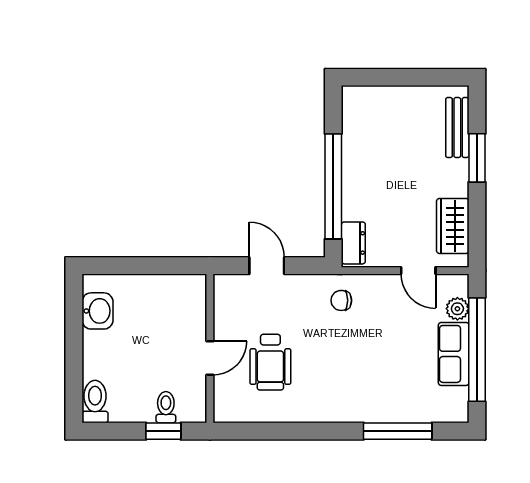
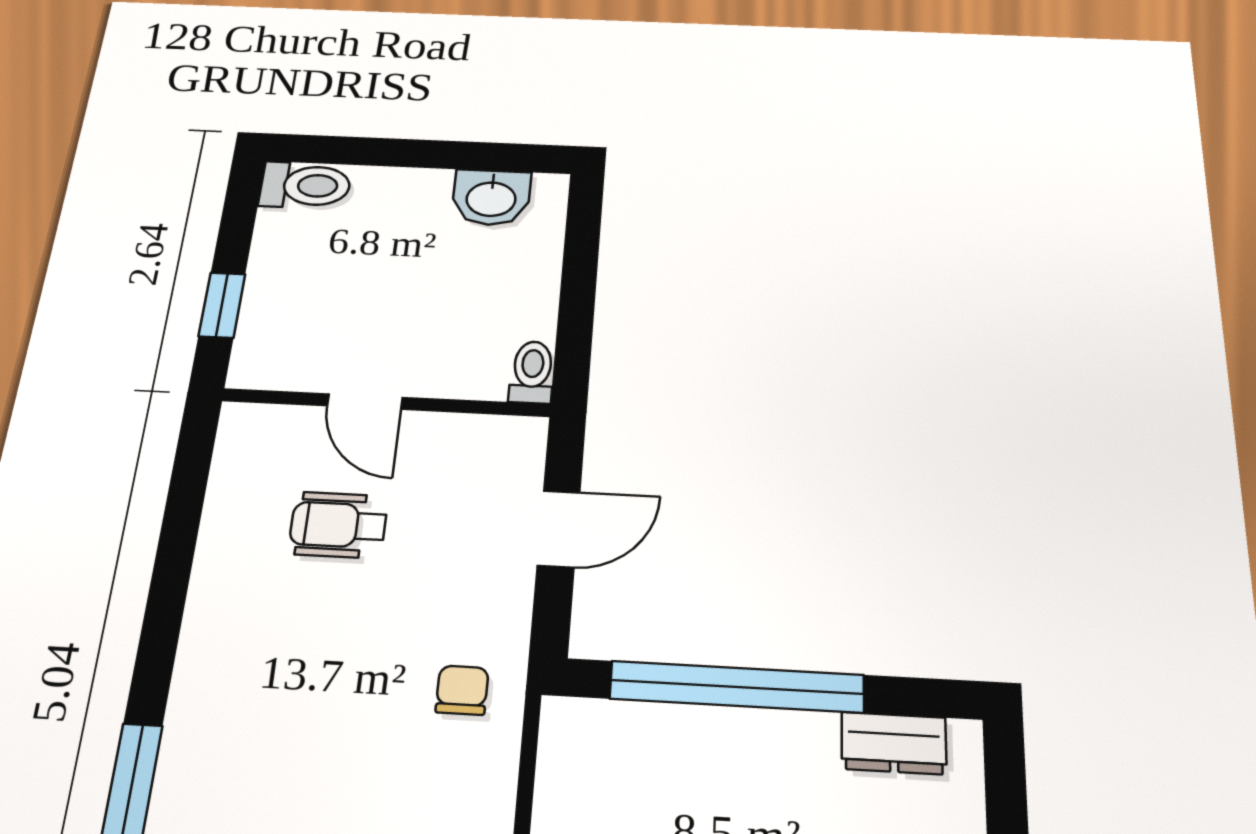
dresser: (353, 243) -> (894, 743), moved
wheelchair: (270, 362) -> (338, 525), width x0.73, depth x0.73
toilet: (166, 407) -> (532, 372), moved, turned -90

